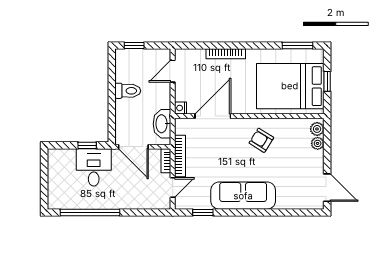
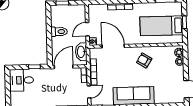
door: (173, 71) -> (87, 29), moved
bed: (290, 86) -> (161, 26), width x0.67
door: (213, 116) -> (113, 46), hinge flipped
door: (133, 147) -> (64, 67), swing flipped
desk: (94, 167) -> (21, 80), moved, turned -90

